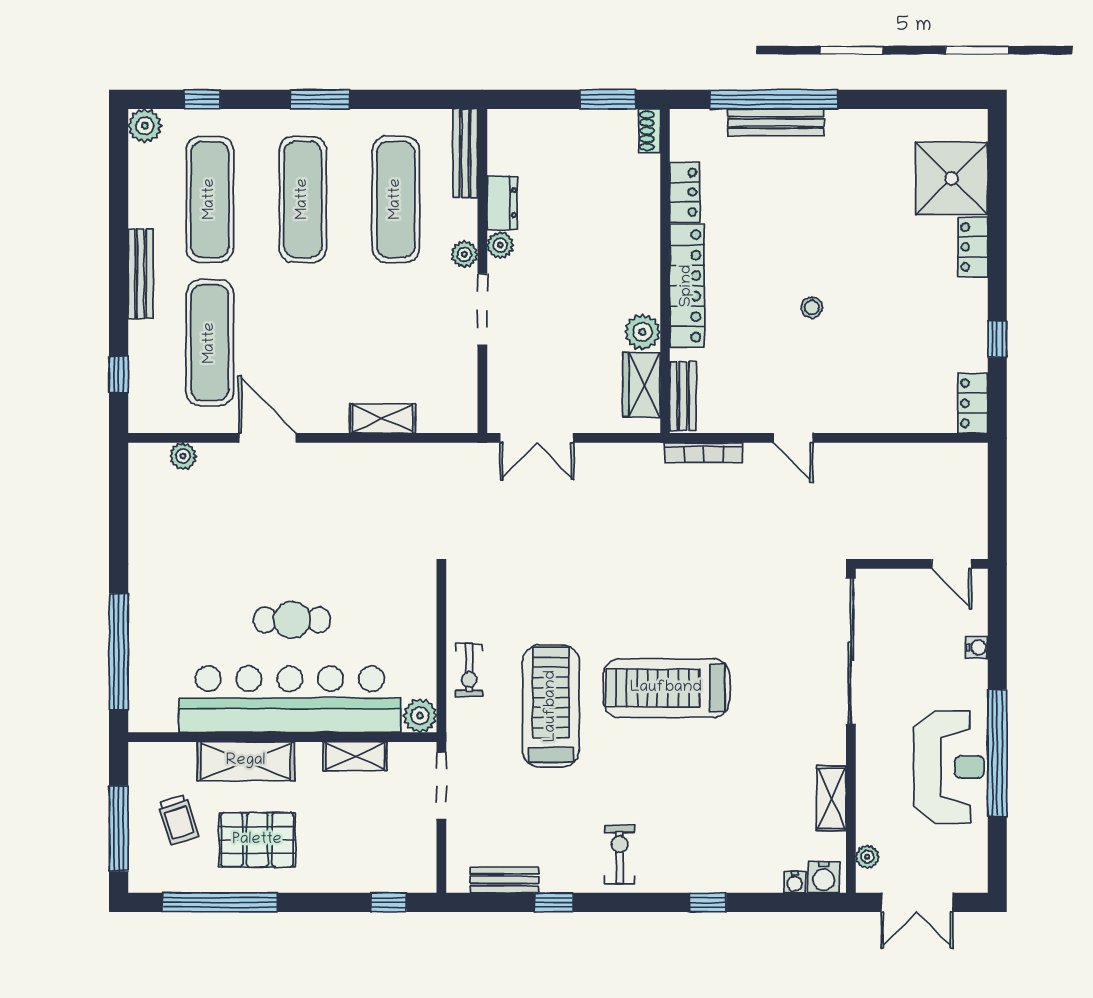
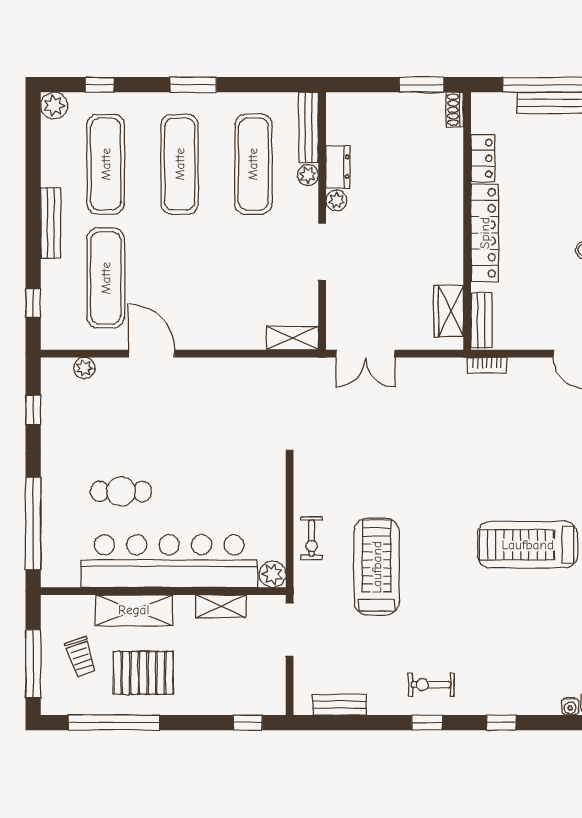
plant: (464, 254) -> (308, 175), moved
plant: (642, 332) -> (449, 269), removed
shelving: (383, 419) -> (292, 338), moved
bookcase: (704, 453) -> (487, 365), width x0.64
window: (119, 509) -> (33, 410), added
cafe table: (292, 620) -> (121, 491), moved
treadmill: (666, 688) -> (528, 545), moved
exercise bike: (620, 855) -> (431, 685), turned -90
window: (554, 902) -> (427, 723), moved

